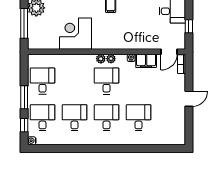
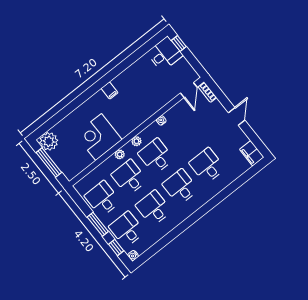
window: (189, 26) -> (179, 43), moved
plant: (111, 59) -> (120, 154), moved
filing cabinet: (146, 61) -> (252, 153), moved, turned 90
desk: (74, 81) -> (129, 177), added

